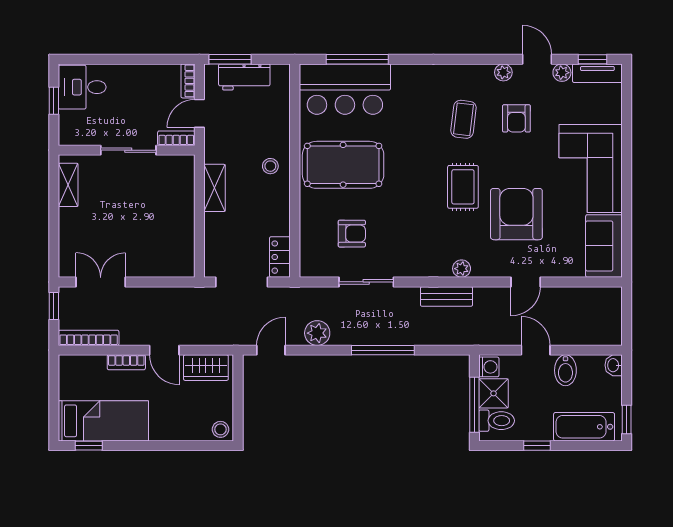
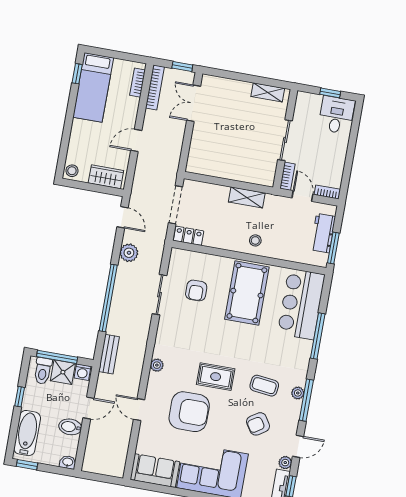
window: (230, 59) -> (333, 248), moved
window: (357, 59) -> (318, 336), moved
window: (473, 59) -> (306, 400), added
plant: (503, 72) -> (298, 393), moved
armchair: (516, 118) -> (258, 424), turned -33
double door: (101, 282) -> (194, 103), swing flipped
bench: (446, 296) -> (109, 354), moved
window: (383, 350) -> (108, 298), width x1.46
bookcase: (126, 362) -> (138, 83), moved
wardrobe: (206, 368) -> (106, 177), moved, turned 90

